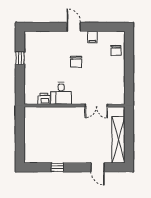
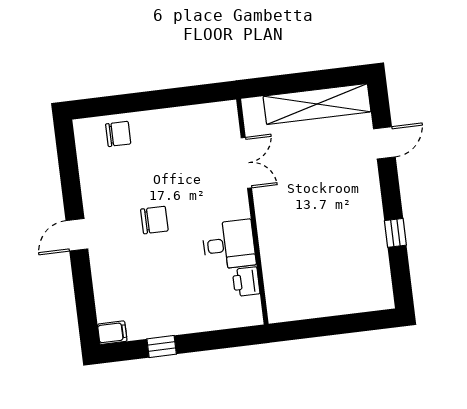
filing cabinet: (92, 37) -> (112, 333), moved

